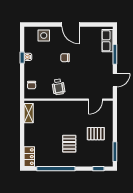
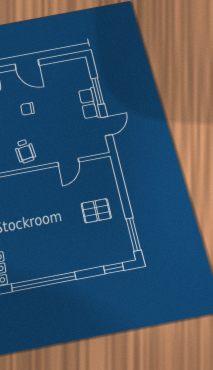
row of seats: (107, 41) -> (90, 103), moved
door: (95, 100) -> (68, 162), moved
pallet: (69, 144) -> (58, 235), removed

